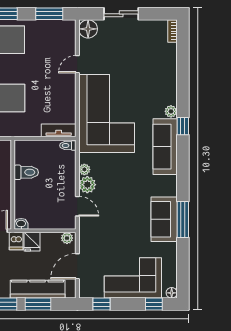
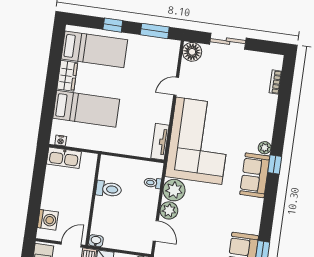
bookcase: (172, 31) -> (275, 82), moved
tv unit: (59, 130) -> (160, 142), moved, turned -90
toilet: (68, 146) -> (153, 183), moved
sofa: (165, 147) -> (255, 175), width x0.73
plant: (84, 169) -> (174, 190), width x1.87, depth x1.87

